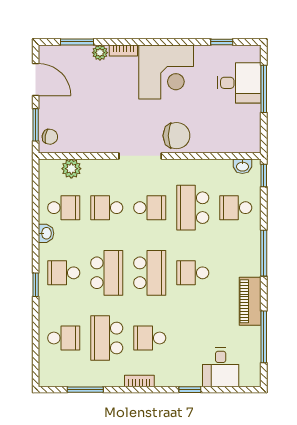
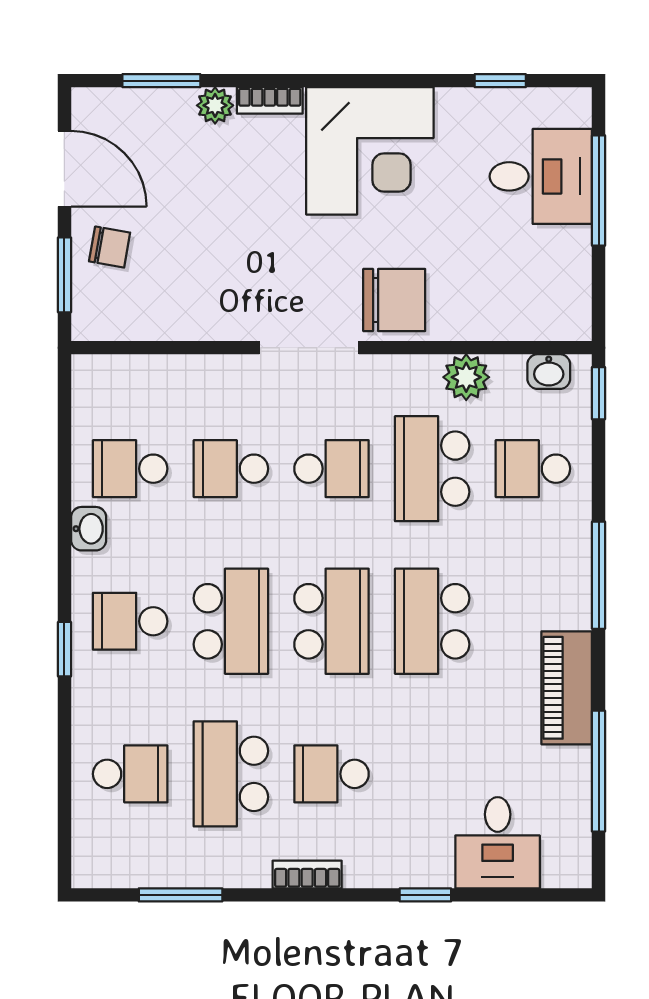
chair: (50, 137) -> (110, 247), moved
plant: (71, 169) -> (466, 377), moved
school desk: (64, 208) -> (130, 469), turned 180
school desk: (193, 273) -> (432, 621), width x1.85

